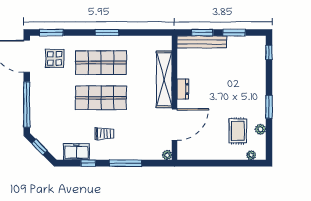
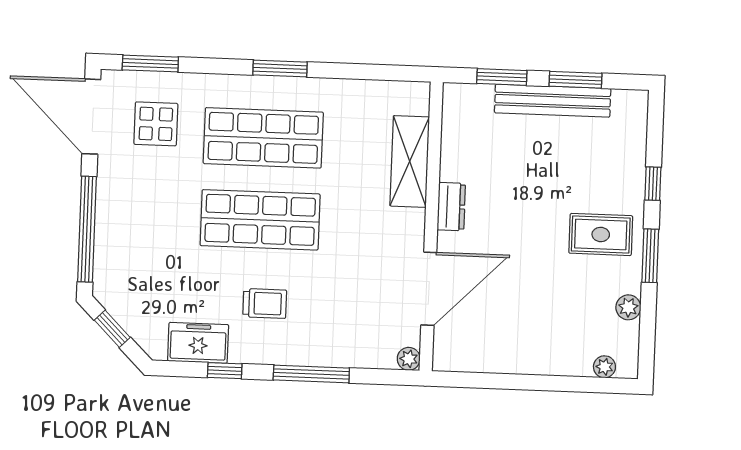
bench: (202, 42) -> (553, 101), moved
window: (269, 52) -> (653, 184), moved
shelving: (164, 79) -> (410, 161), width x0.68
rug: (238, 131) -> (601, 234), moved, turned 90

